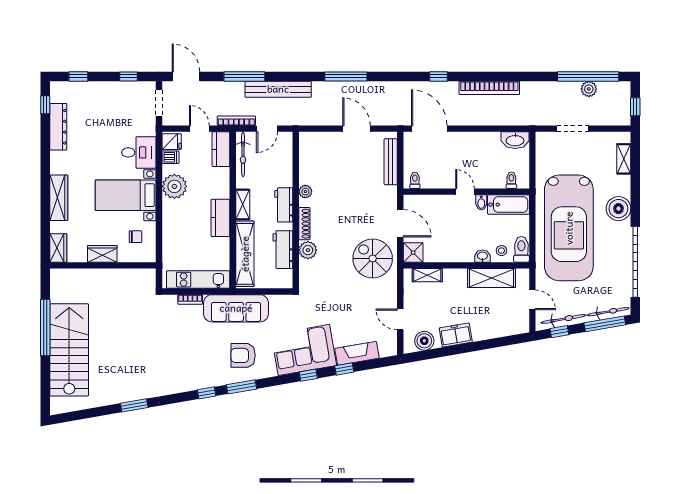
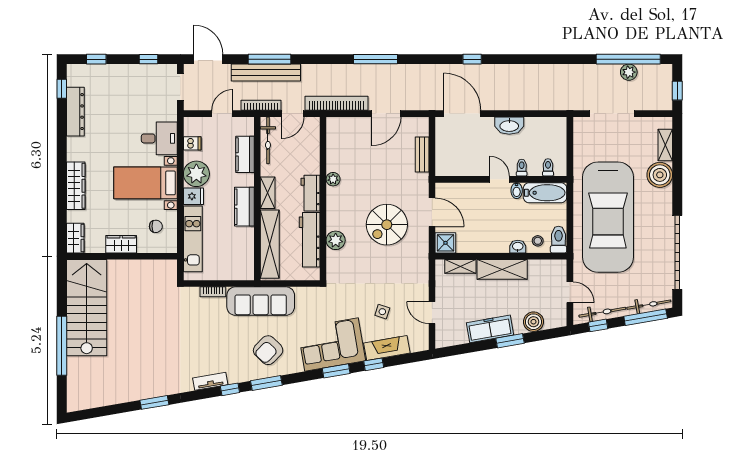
bookcase: (489, 88) -> (337, 103), moved, turned 180
bench: (278, 89) -> (266, 72), moved
door: (199, 129) -> (222, 114), hinge flipped
door: (356, 129) -> (386, 114), swing flipped
doorway: (573, 129) -> (612, 114), width x1.36
washbasin: (515, 140) -> (509, 126), moved
fridge: (172, 142) -> (193, 196), moved
kitchen counter: (221, 149) -> (245, 154), moved
bench: (391, 162) -> (422, 154), width x0.73
toilet: (415, 180) -> (522, 168), moved
boiler: (618, 209) -> (660, 175), moved
shoe rack: (304, 224) -> (332, 213), removed
workbench: (283, 250) -> (310, 240), width x1.38
spiral stairs: (373, 258) -> (387, 225), moved, turned -90
shelving: (491, 278) -> (502, 269), moved
kitchen unit: (198, 280) -> (193, 239), moved, turned 90
side table: (353, 318) -> (382, 312), added
window: (45, 328) -> (62, 346), moved
freezer: (456, 335) -> (490, 329), width x1.40
boiler: (424, 341) -> (533, 322), moved
window: (475, 346) -> (510, 341), added
stairs: (69, 350) -> (87, 308), moved
armchair: (243, 355) -> (268, 350), turned -46
window: (308, 375) -> (336, 371), width x1.50
tv unit: (188, 385) -> (210, 381), added

